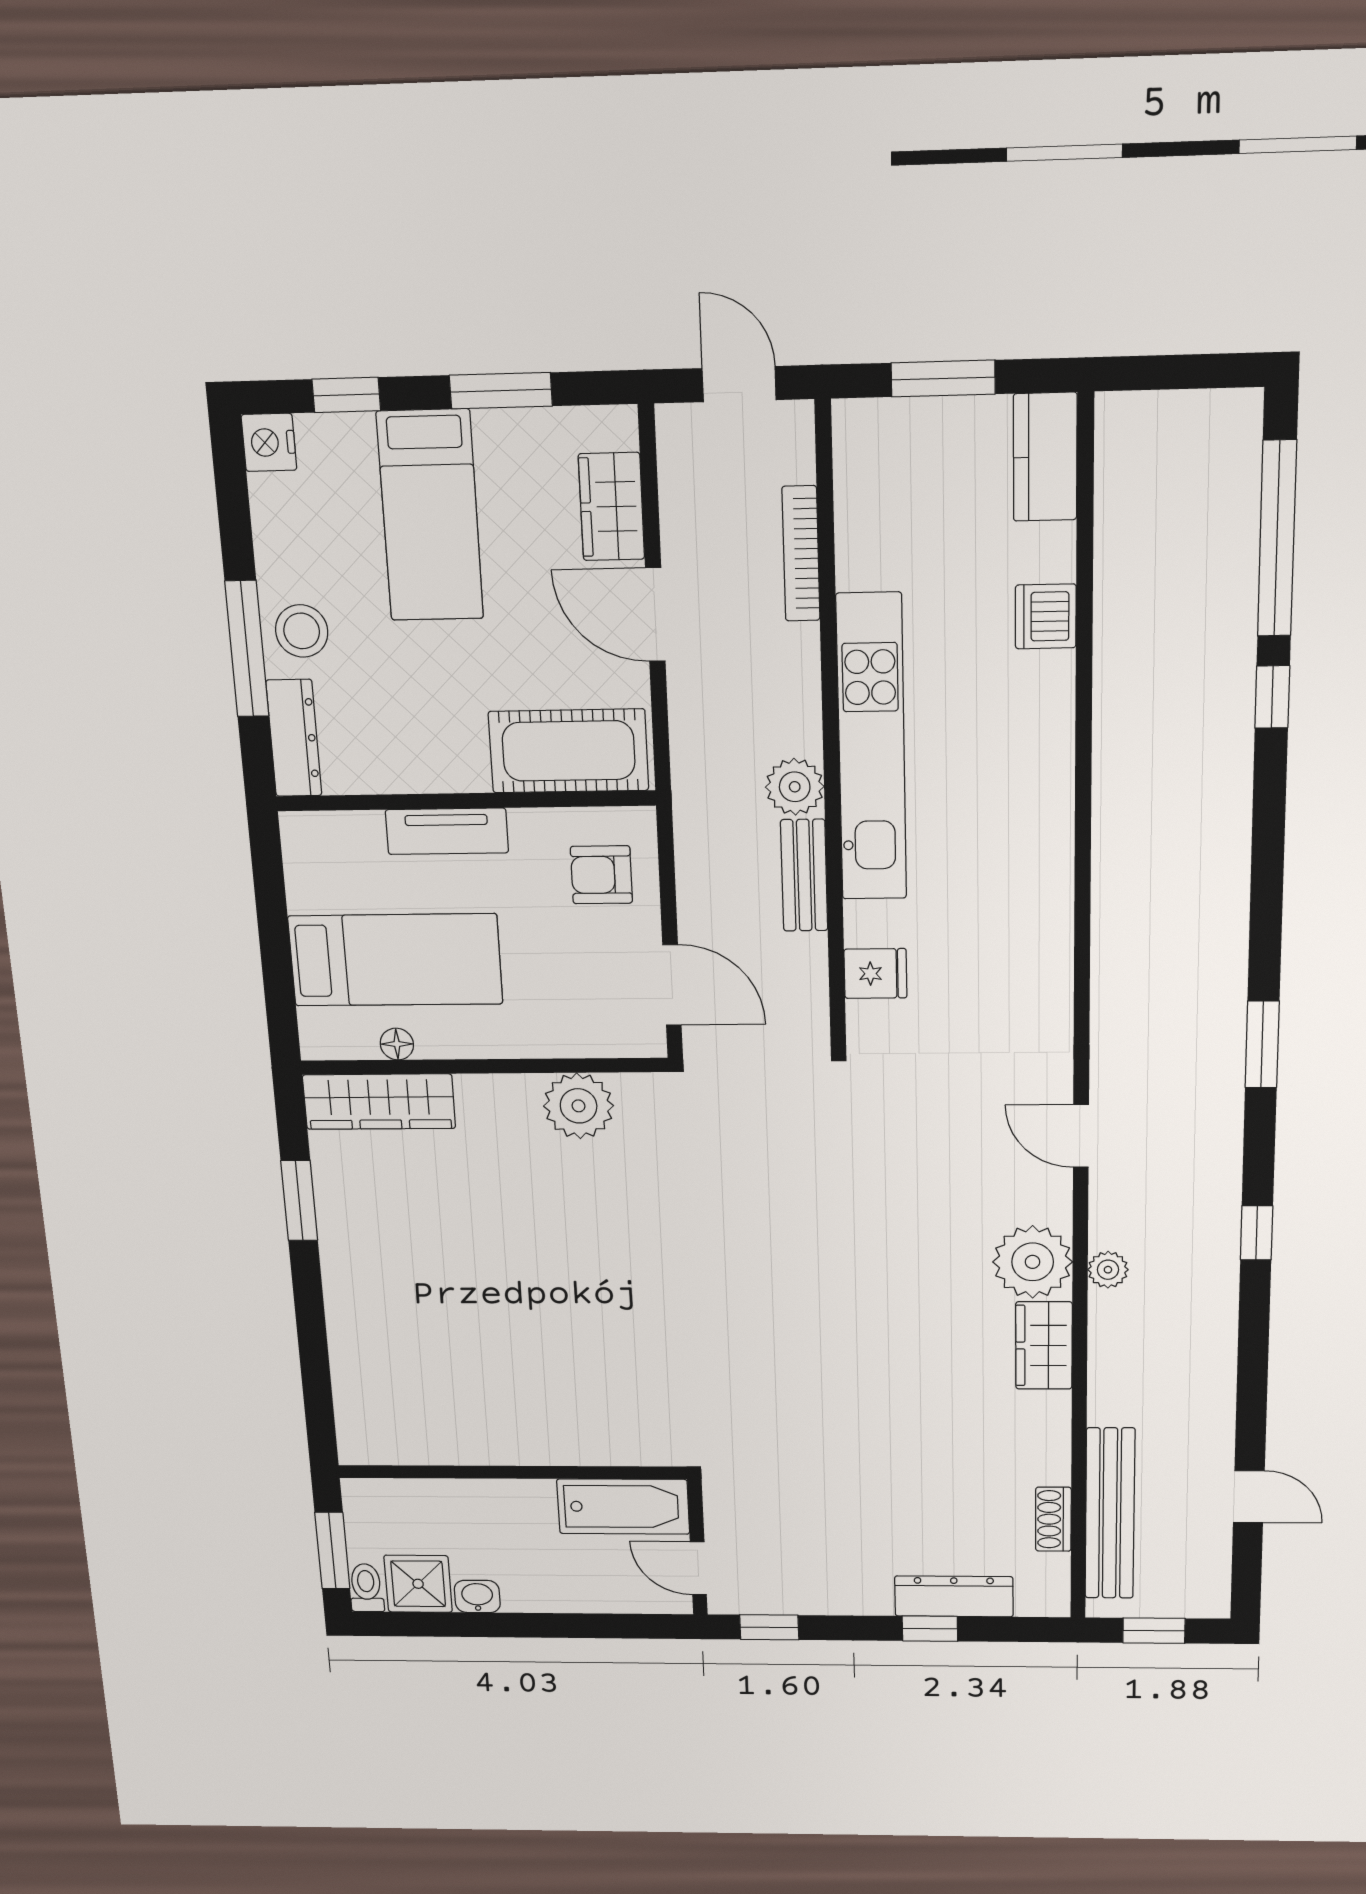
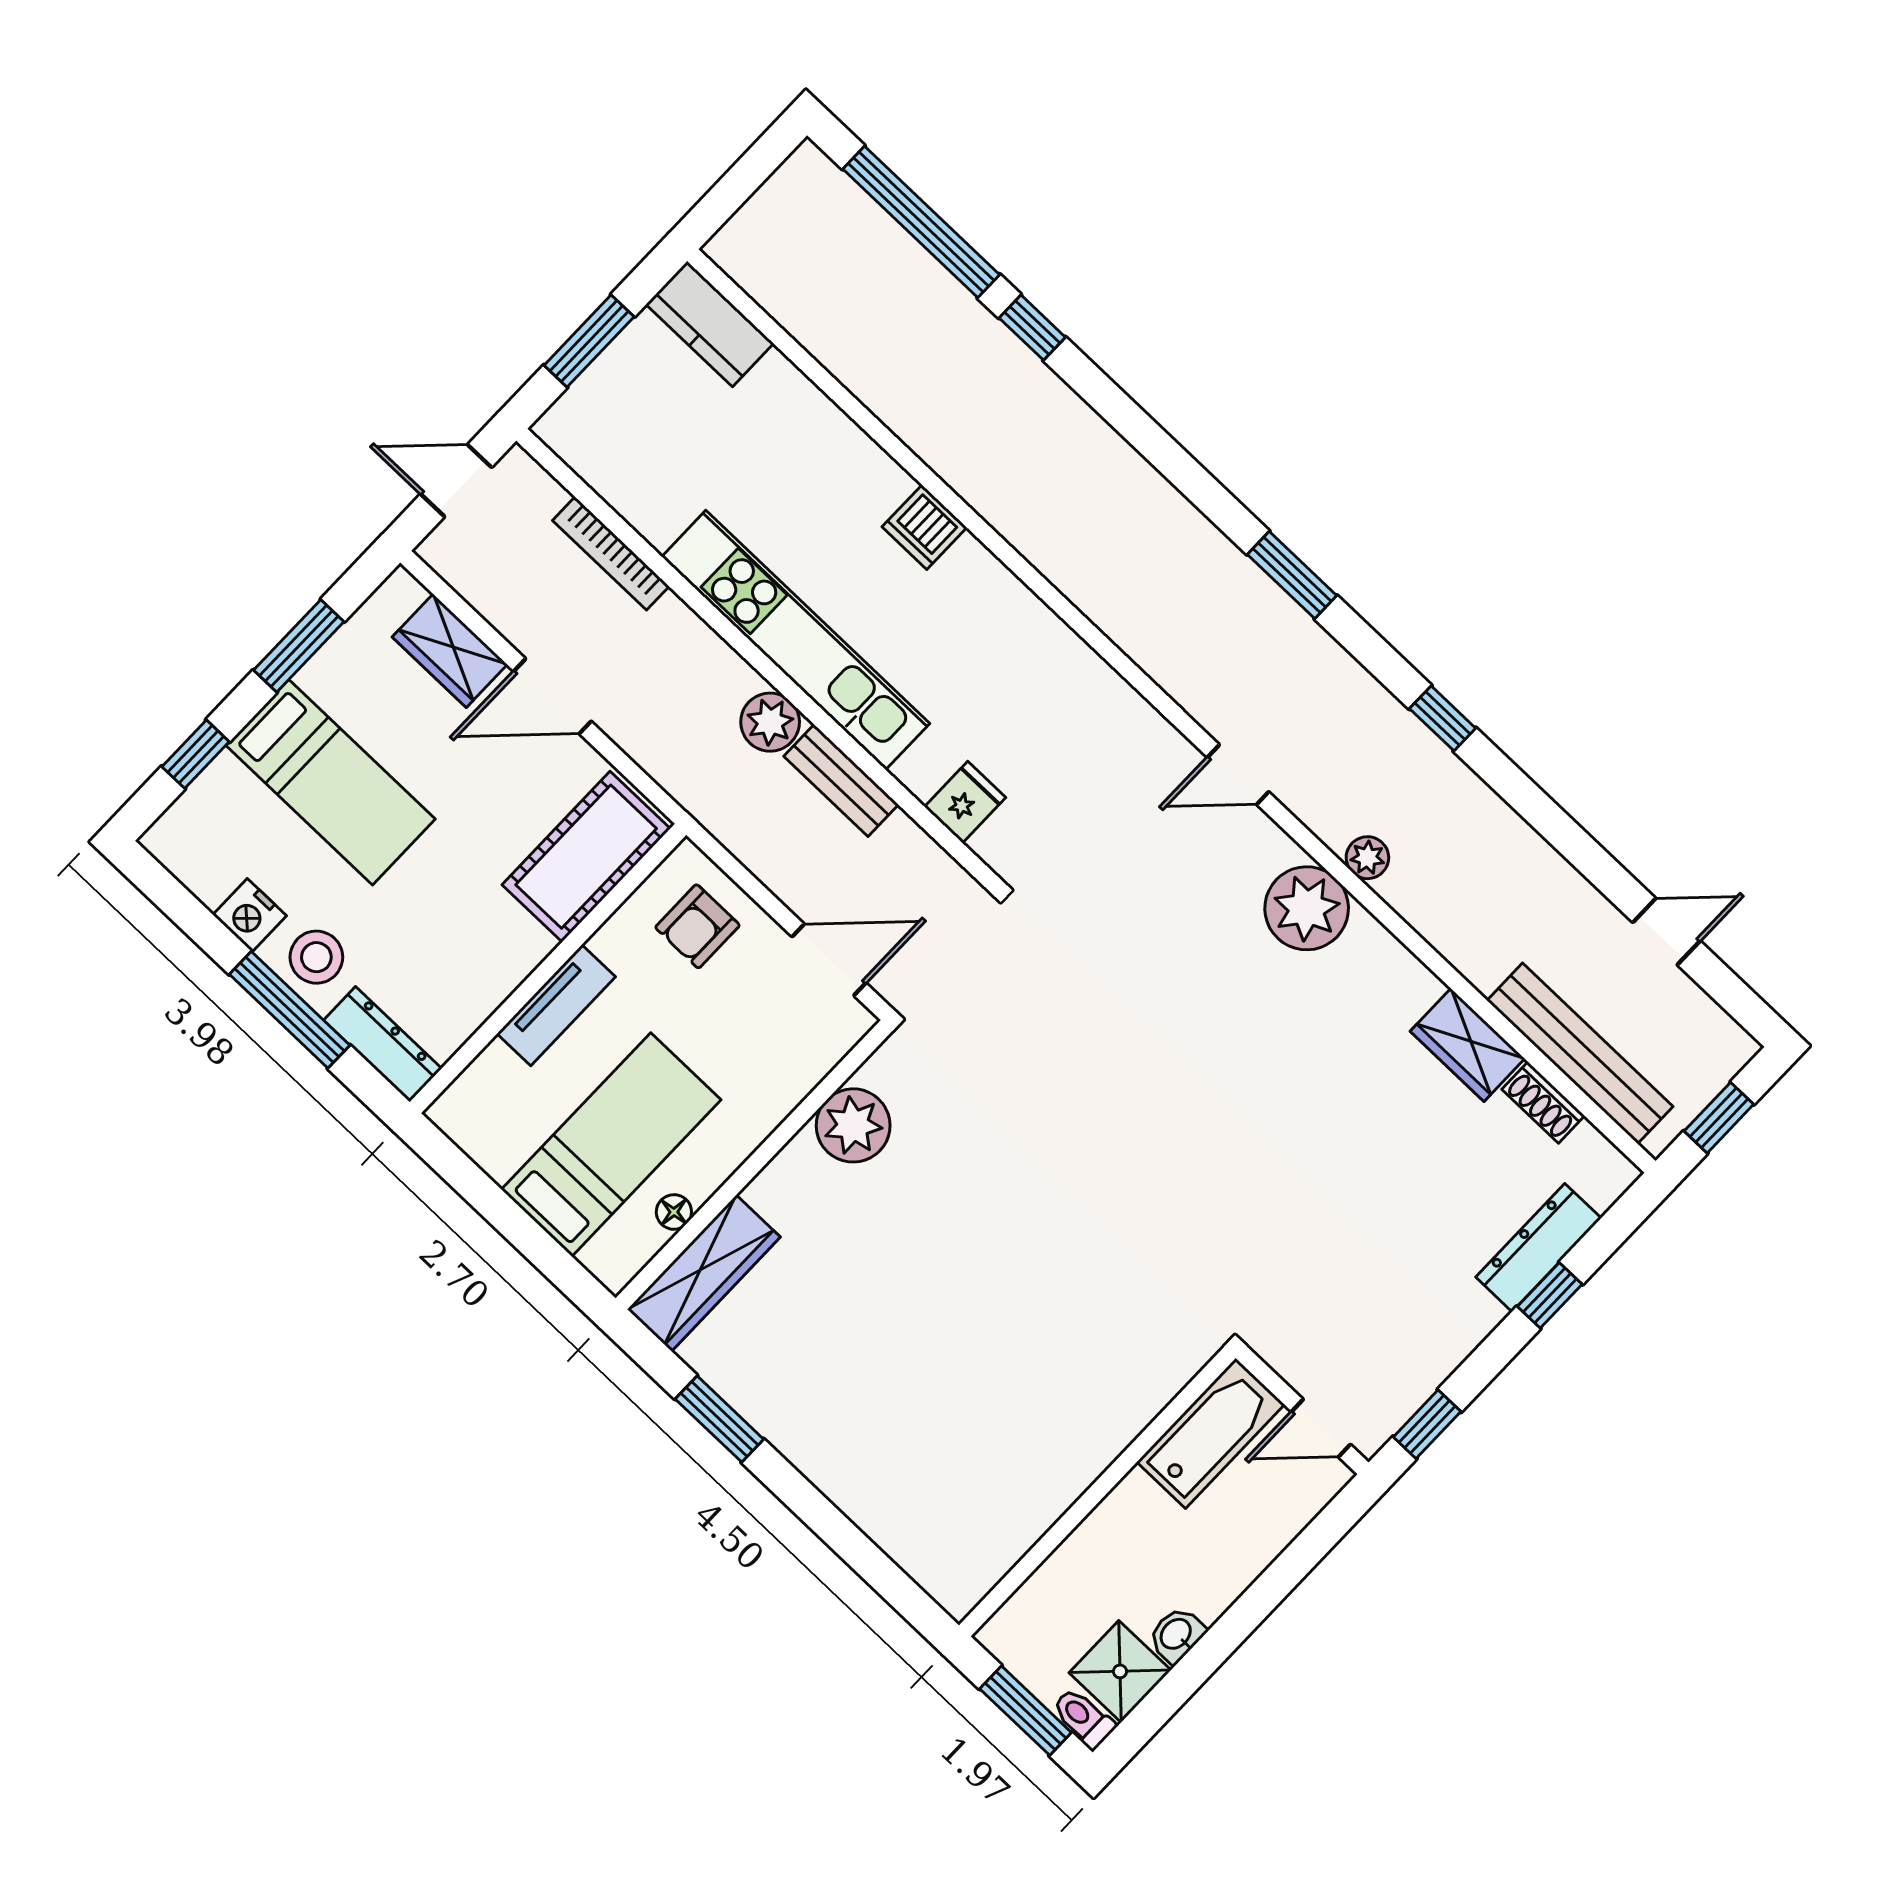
nightstand: (269, 442) -> (250, 915), moved
dishwasher: (1046, 616) -> (924, 527), moved
wardrobe: (1044, 1345) -> (1467, 1045), moved

